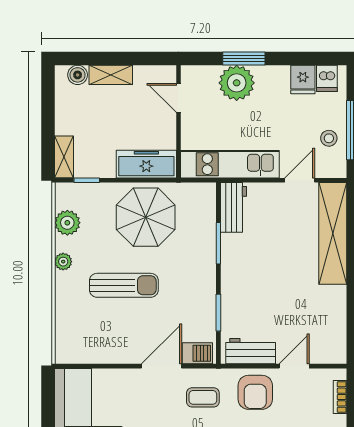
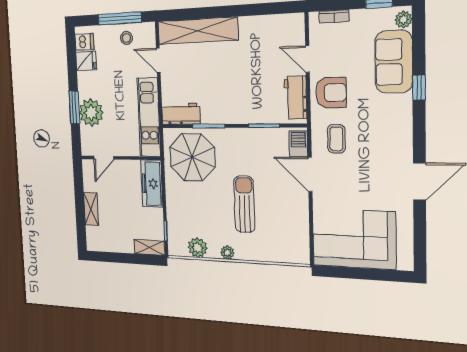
boiler: (78, 75) -> (92, 234), removed
parasol: (146, 217) -> (192, 157), moved

